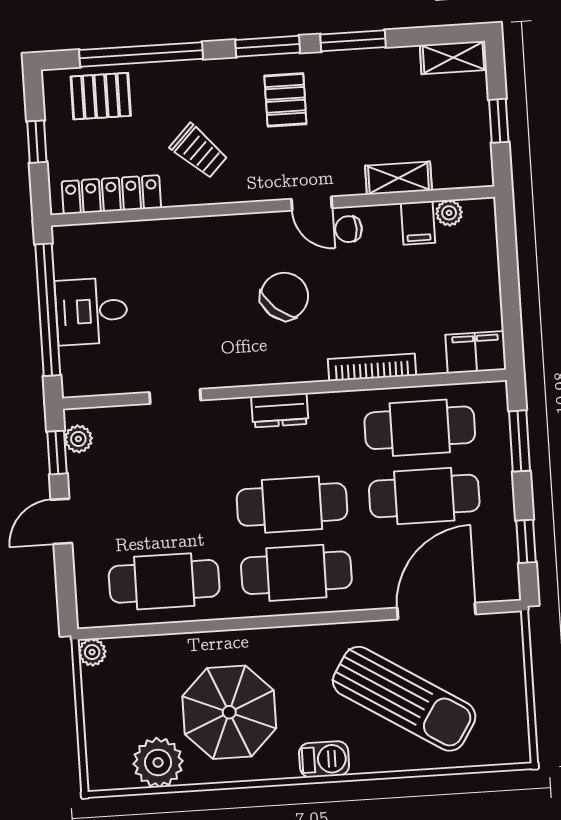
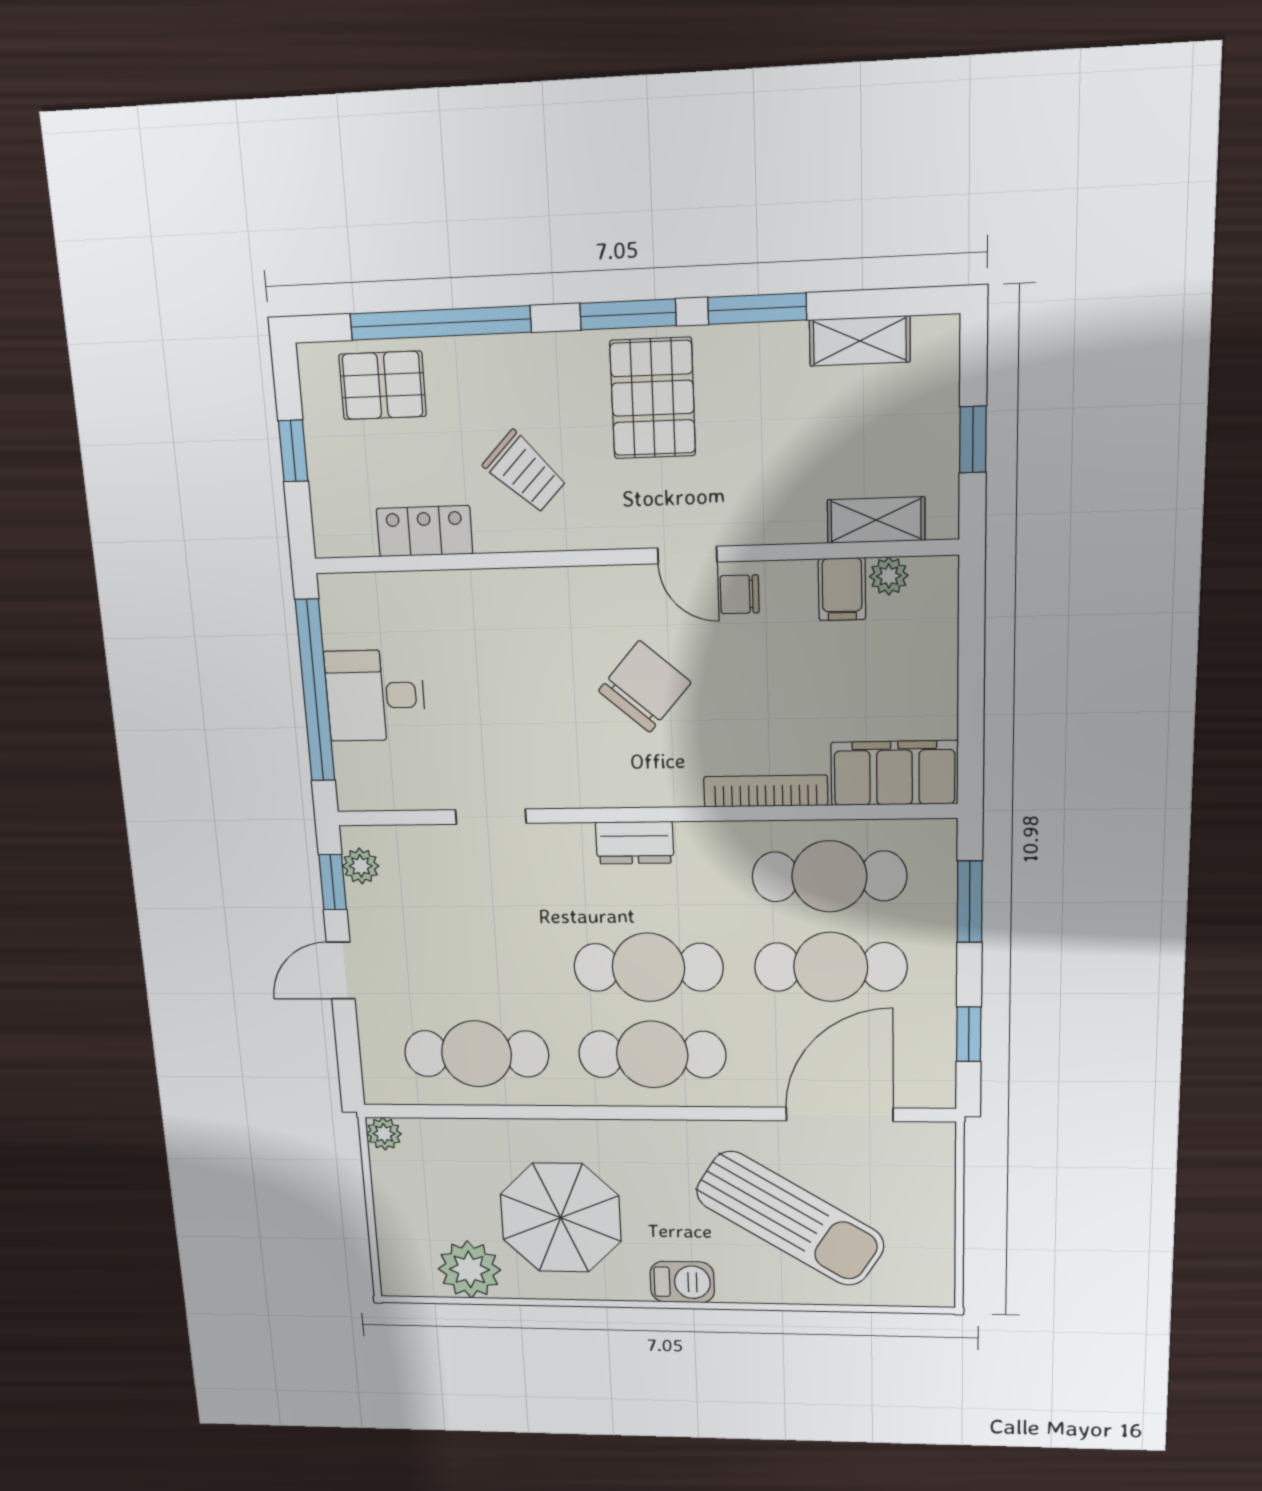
shelving: (453, 58) -> (860, 341), moved
pallet: (285, 100) -> (653, 398), width x1.50, depth x1.42
shelving: (399, 178) -> (876, 520), moved
locker: (111, 195) -> (424, 531), width x0.66
filing cabinet: (476, 352) -> (894, 773), width x1.50, depth x1.17

